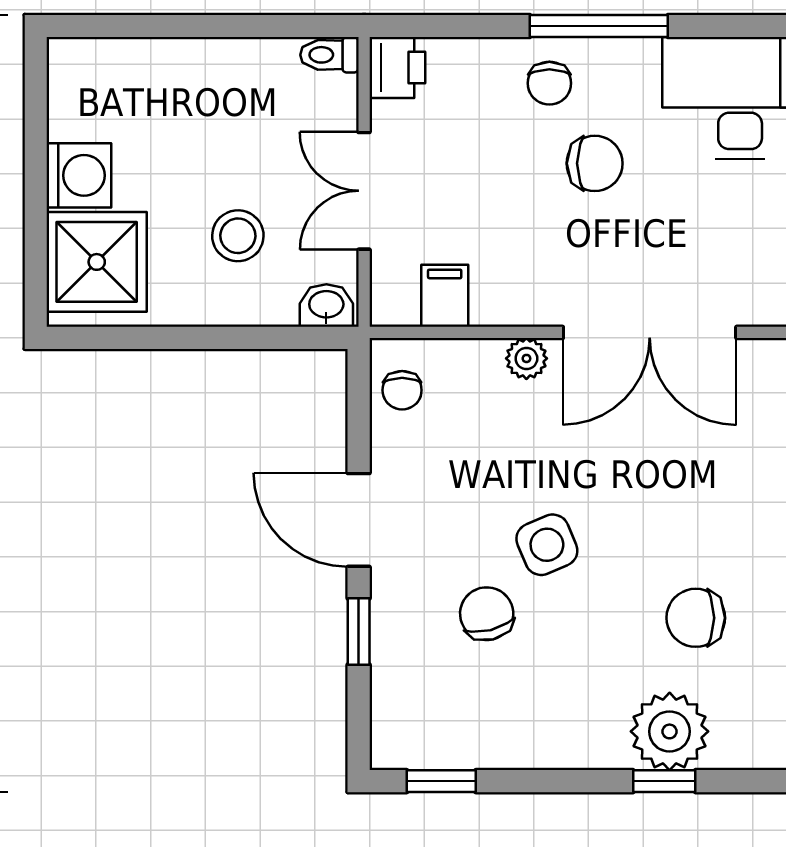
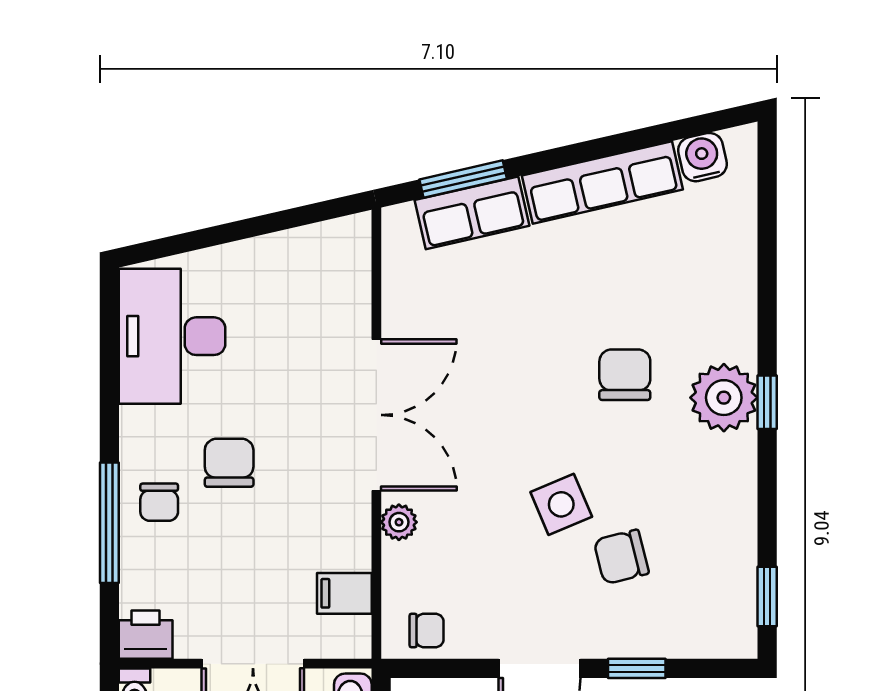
window: (599, 26) -> (109, 523), moved
chair: (549, 83) -> (159, 502), turned 90
chair: (696, 618) -> (625, 375), turned 180

